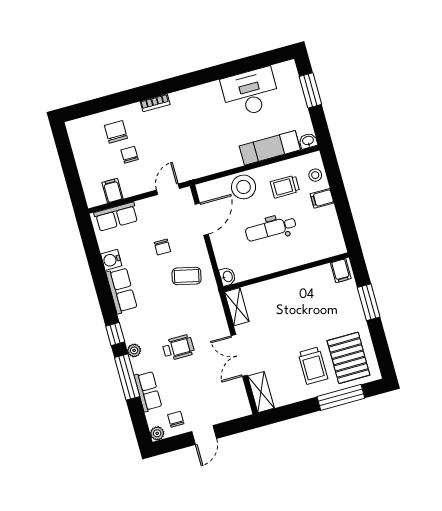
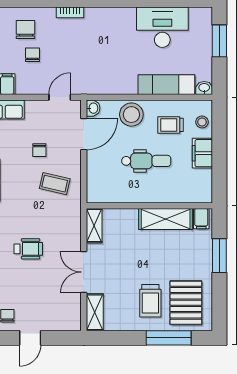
filing cabinet: (322, 198) -> (202, 153), width x2.00
dental chair: (271, 229) -> (146, 161), turned 180
washbasin: (227, 277) -> (93, 108), moved
shelving: (306, 281) -> (166, 219), added

